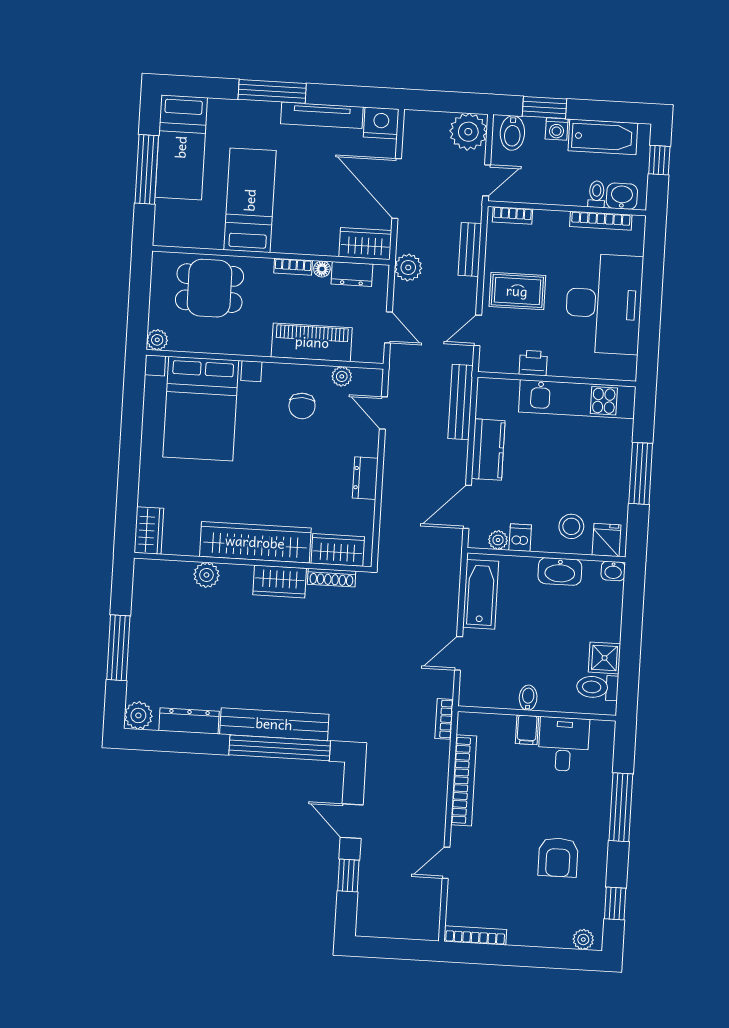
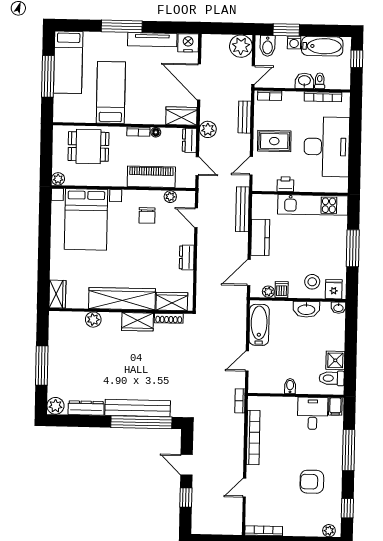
washbasin: (622, 196) -> (304, 81), moved
dresser: (352, 274) -> (189, 140), moved, turned 90
filing cabinet: (527, 730) -> (335, 406), moved
armchair: (558, 857) -> (312, 482), turned 90

